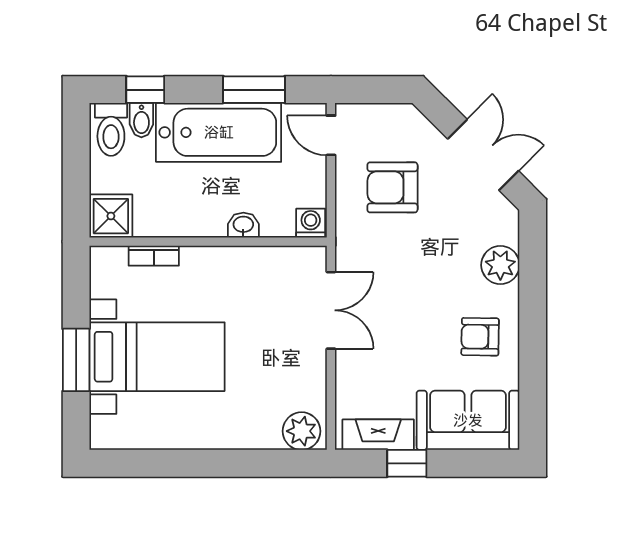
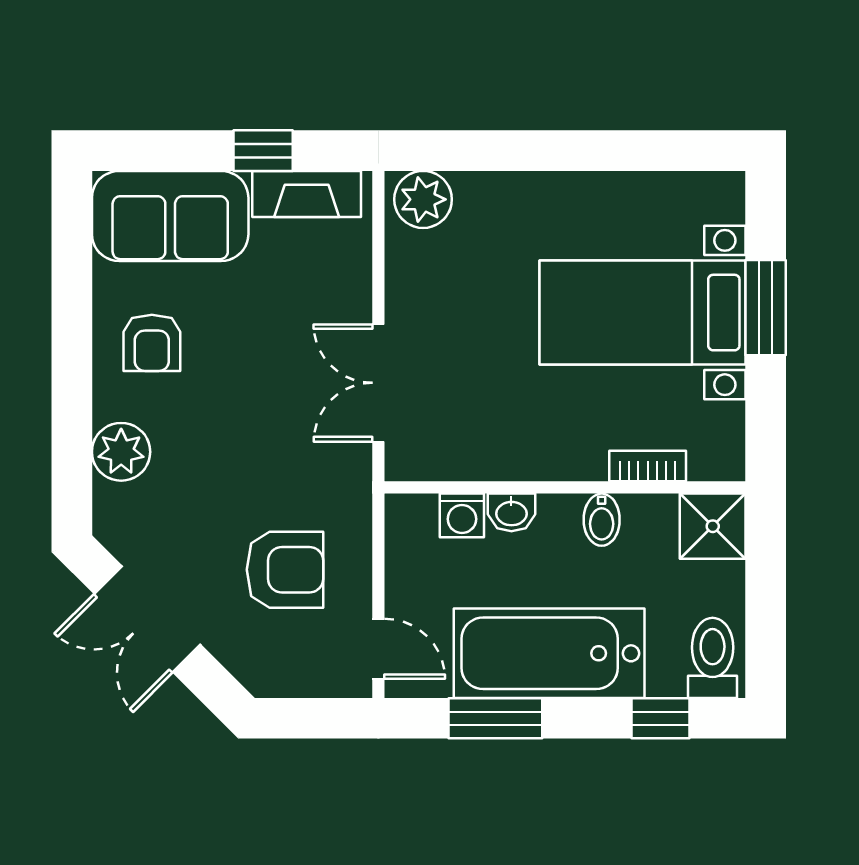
bidet: (141, 120) -> (602, 520), moved, turned 180
washing machine: (311, 223) -> (462, 515), moved
armchair: (480, 337) -> (152, 343), turned 89

